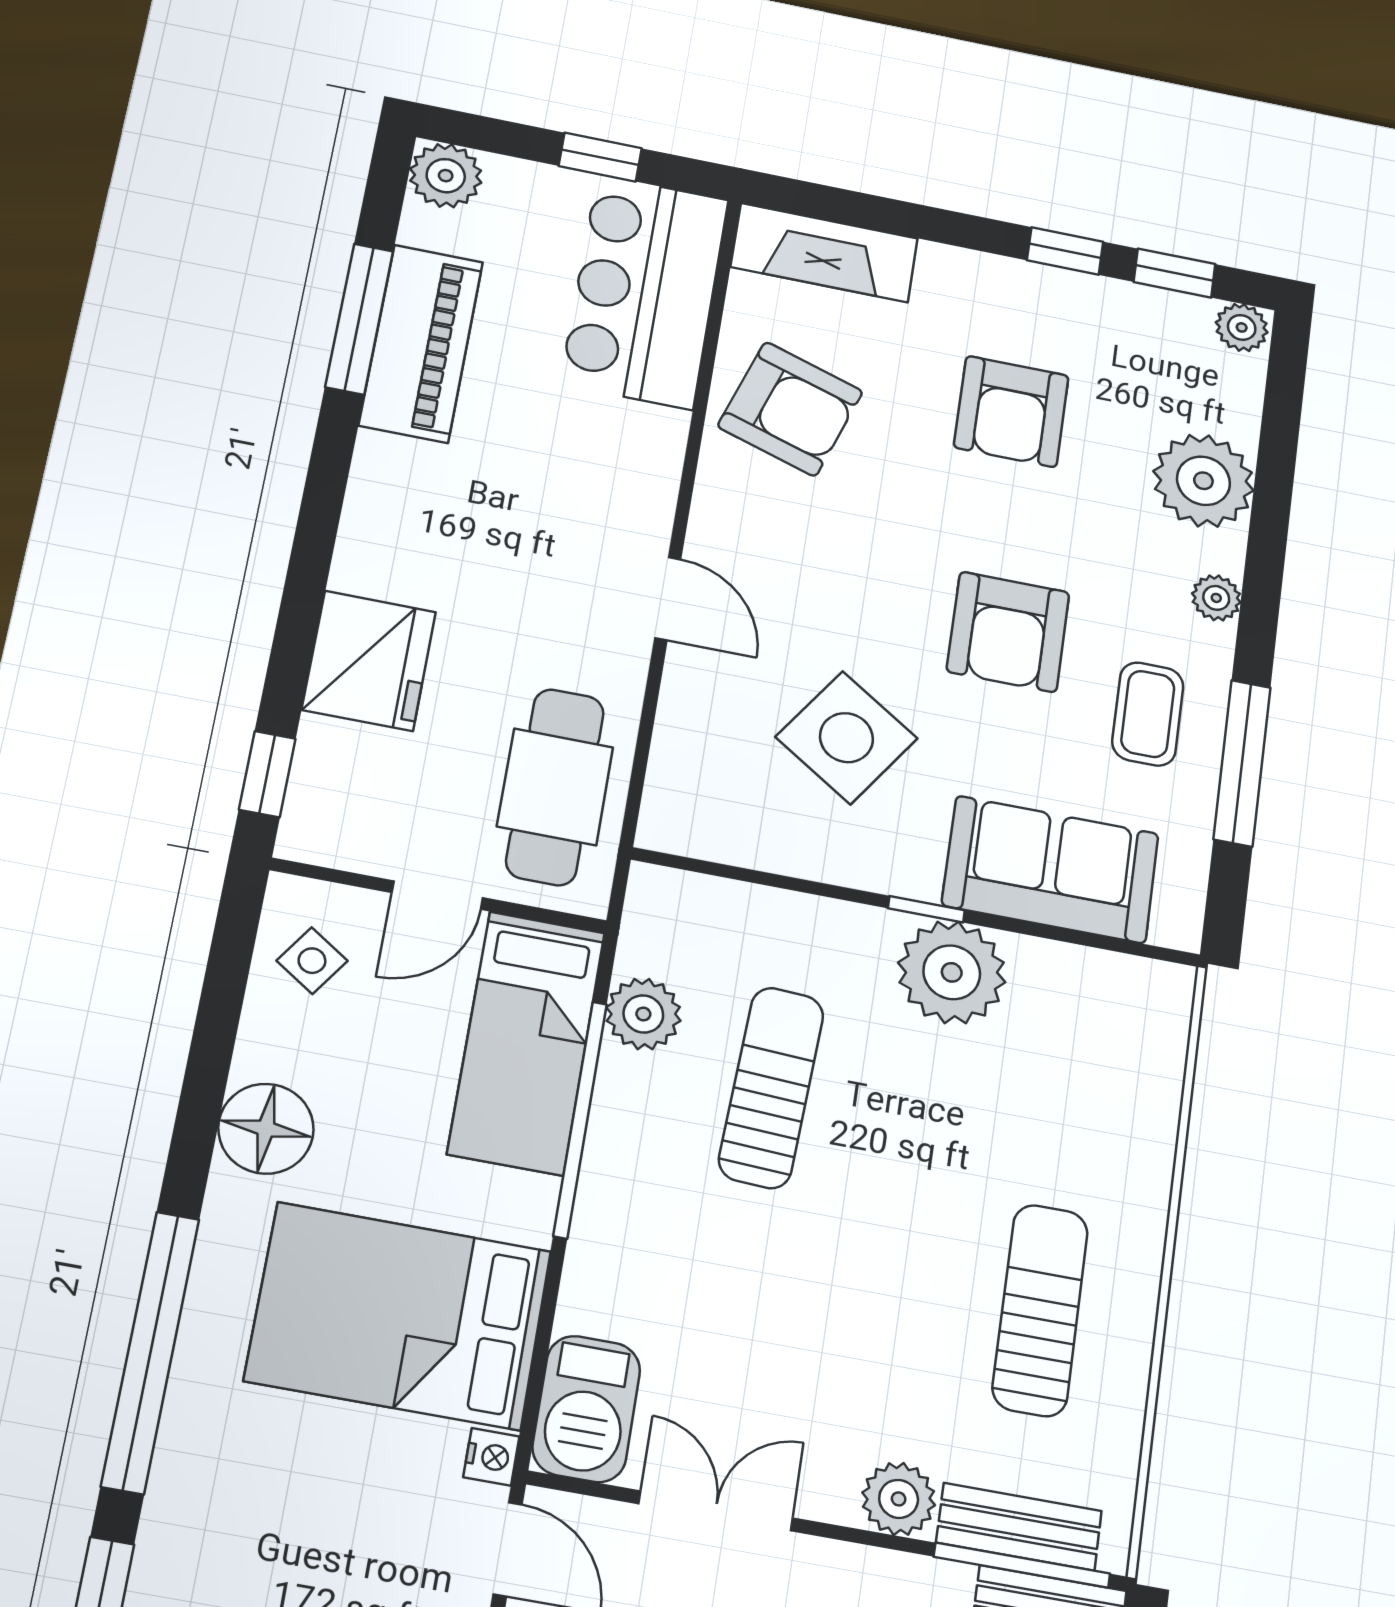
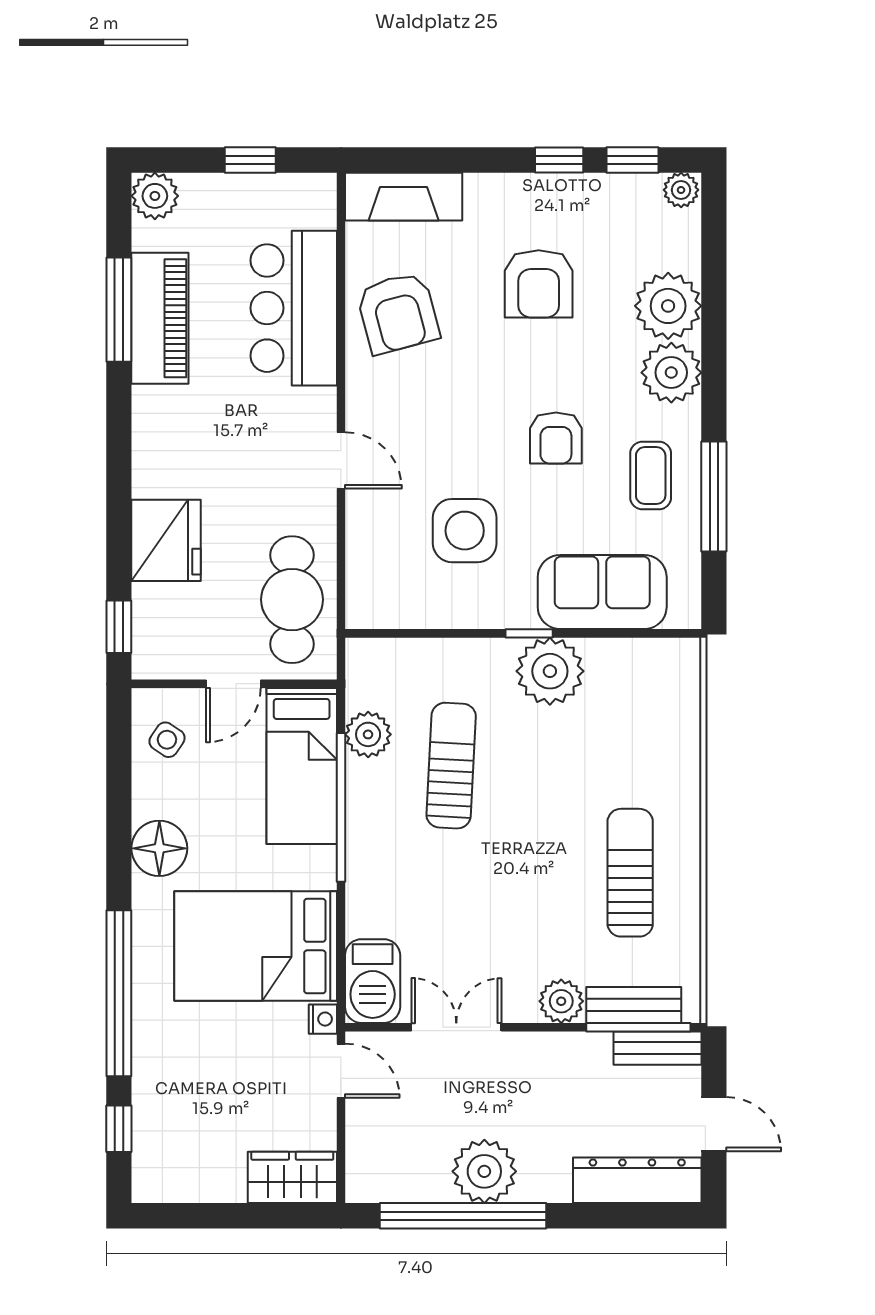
bar counter: (645, 291) -> (294, 308), moved
armchair: (790, 409) -> (398, 313), turned 57
plant: (1216, 598) -> (671, 373), width x1.88, depth x1.88
armchair: (1008, 632) -> (556, 438), width x0.72, depth x0.72
side table: (846, 738) -> (465, 531), turned -34

